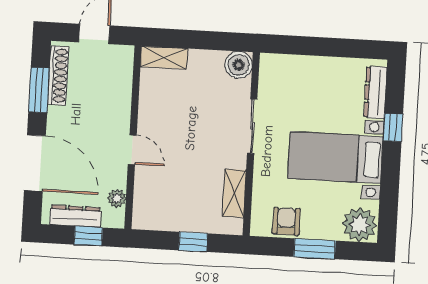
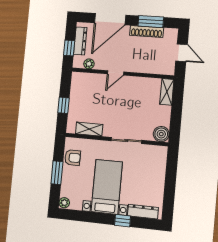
shoe rack: (58, 76) -> (147, 32), moved
plant: (360, 225) -> (64, 203), width x0.53, depth x0.53

